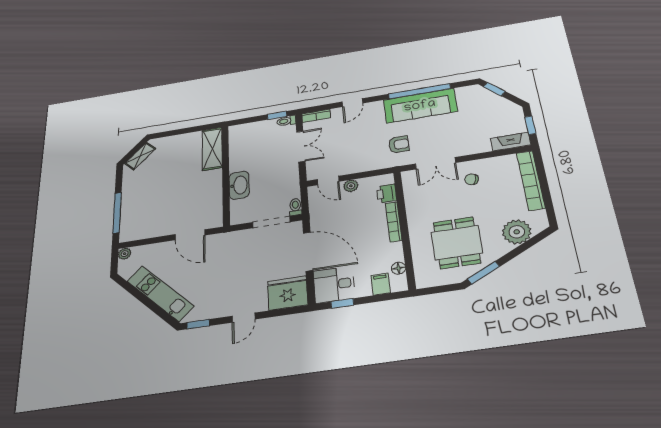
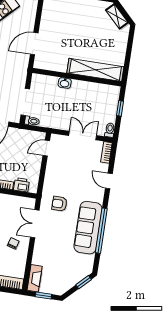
window: (277, 115) -> (120, 108), moved
armchair: (399, 144) -> (59, 204), turned 90
double door: (301, 147) -> (83, 136), swing flipped
shelving: (212, 149) -> (95, 70), width x1.47
washbasin: (239, 185) -> (65, 83), width x0.52, depth x0.69
plant: (351, 186) -> (36, 163), removed

